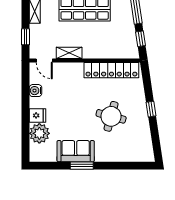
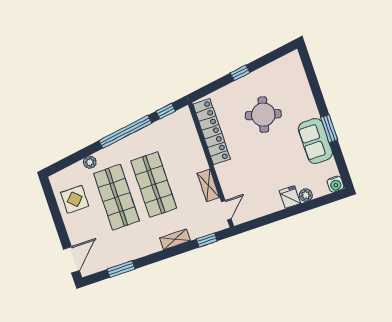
water cooler: (36, 91) -> (335, 184), moved
plant: (39, 133) -> (306, 195), width x0.53, depth x0.53

